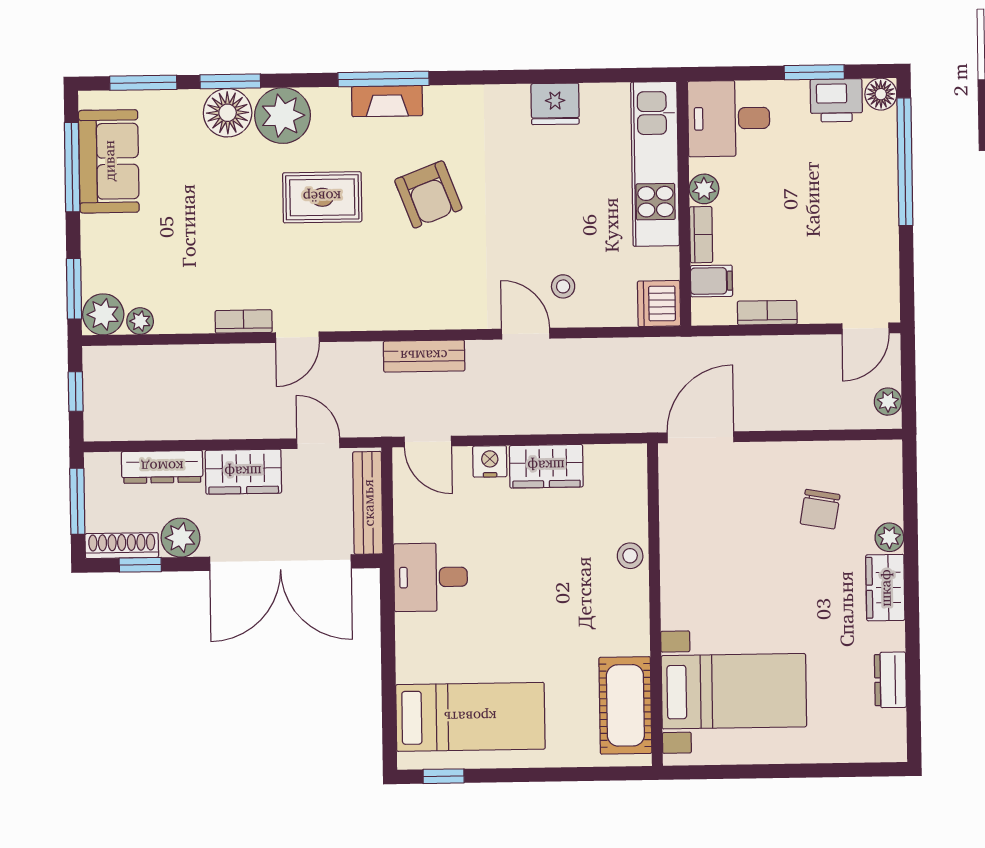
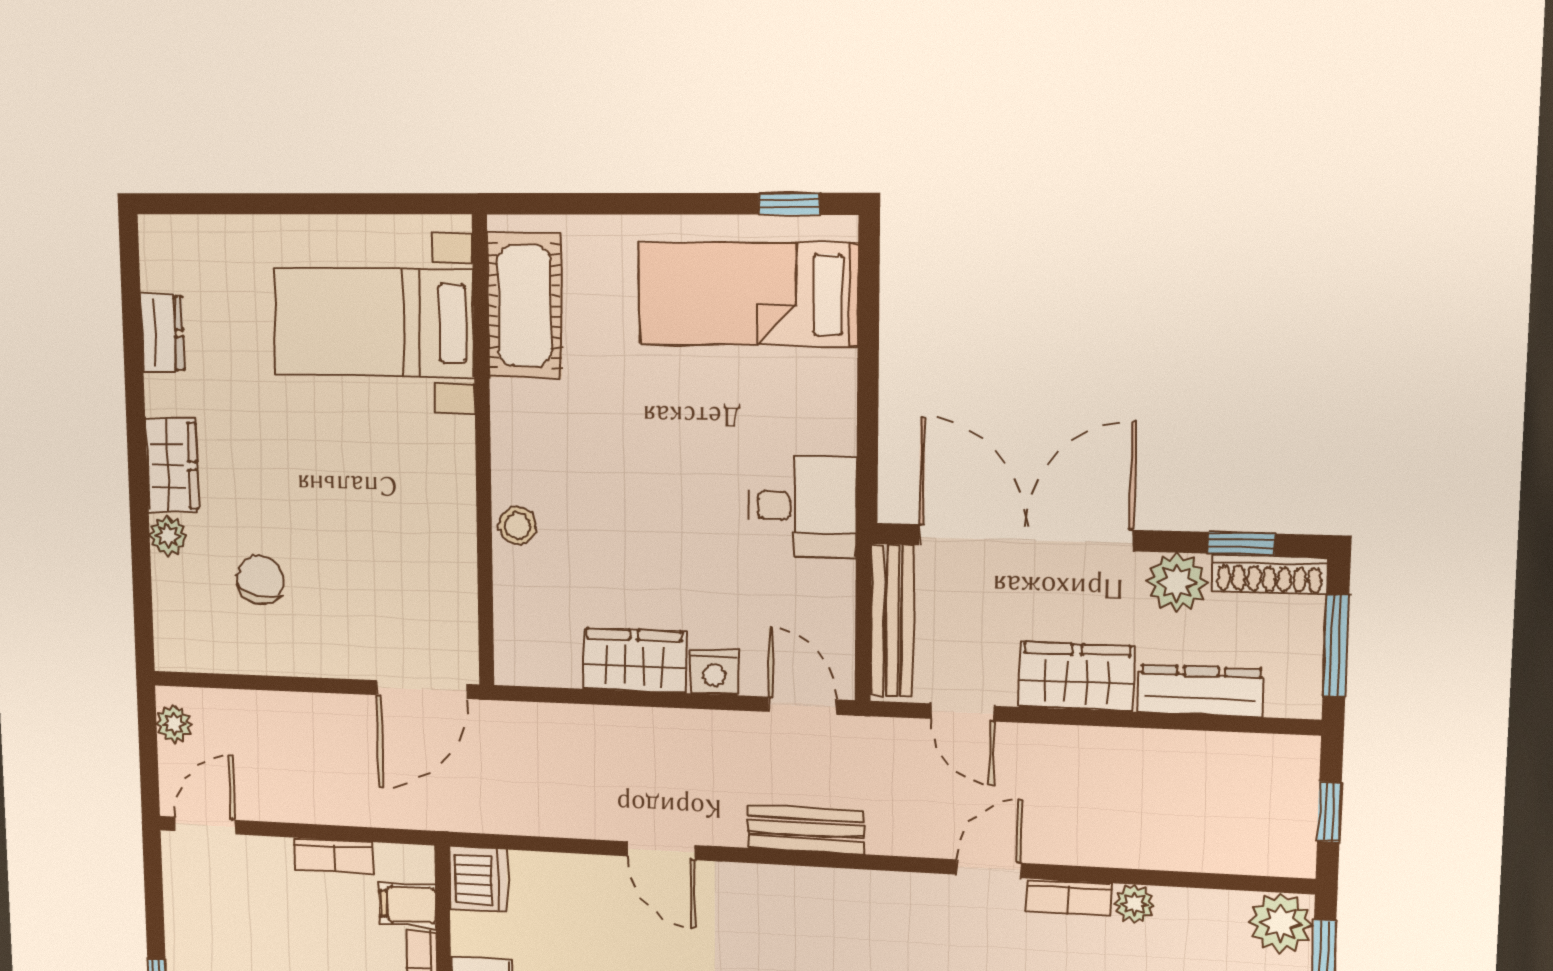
stool: (563, 286) -> (609, 913), removed
plant: (140, 321) -> (1135, 904), moved

